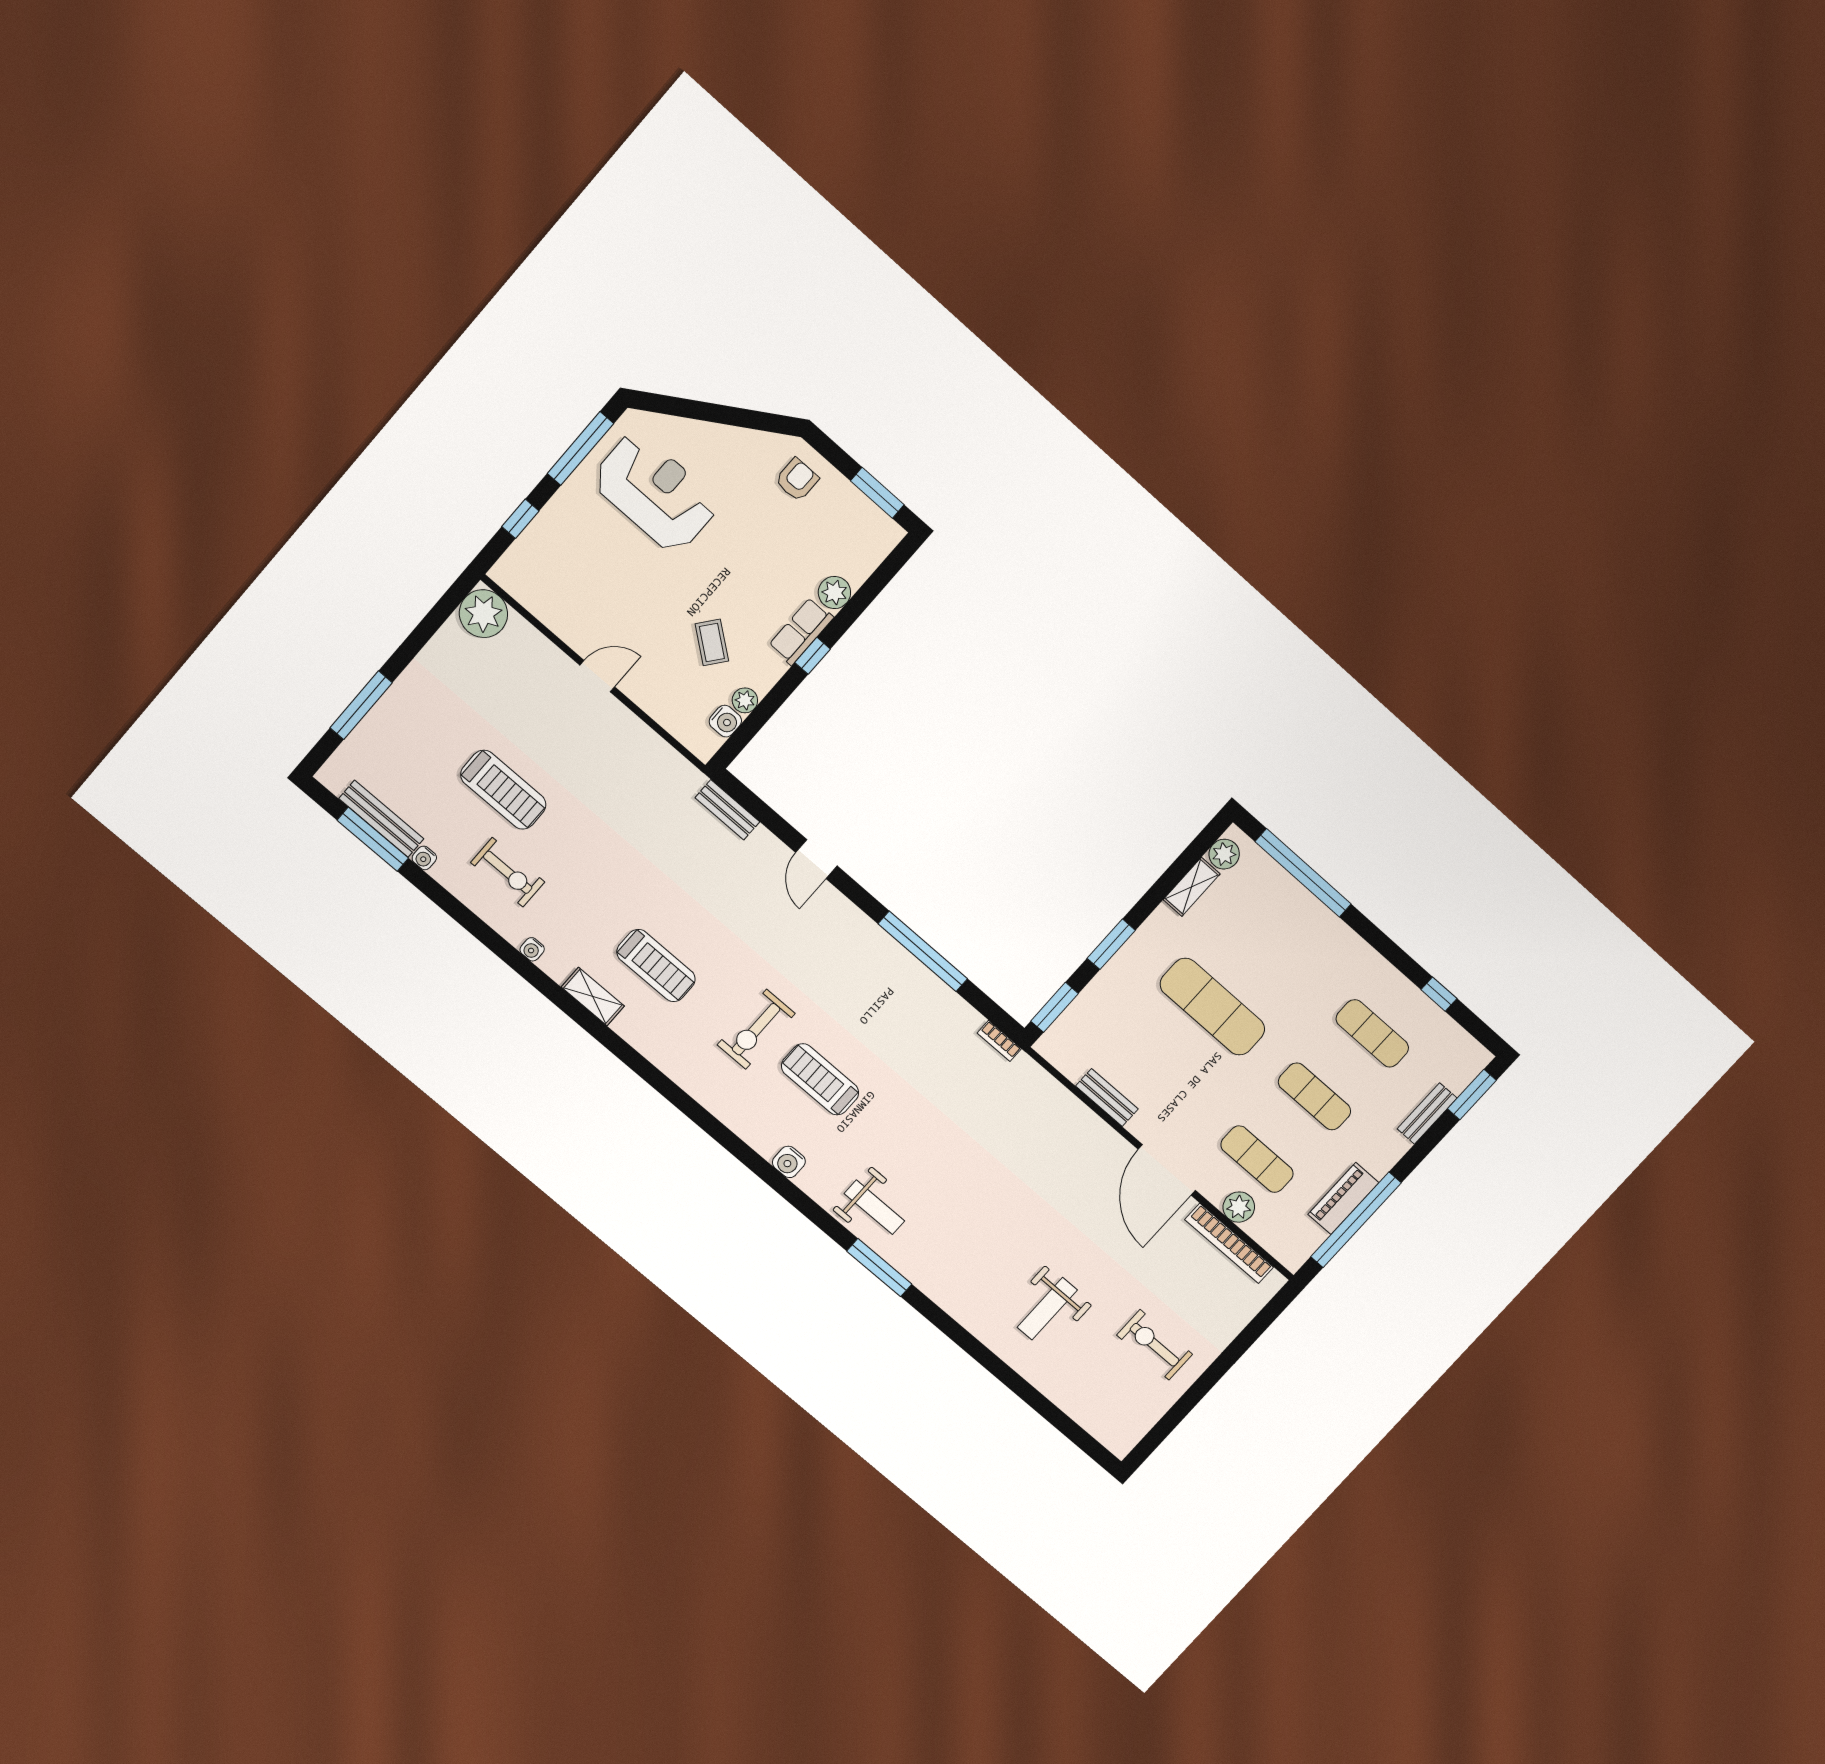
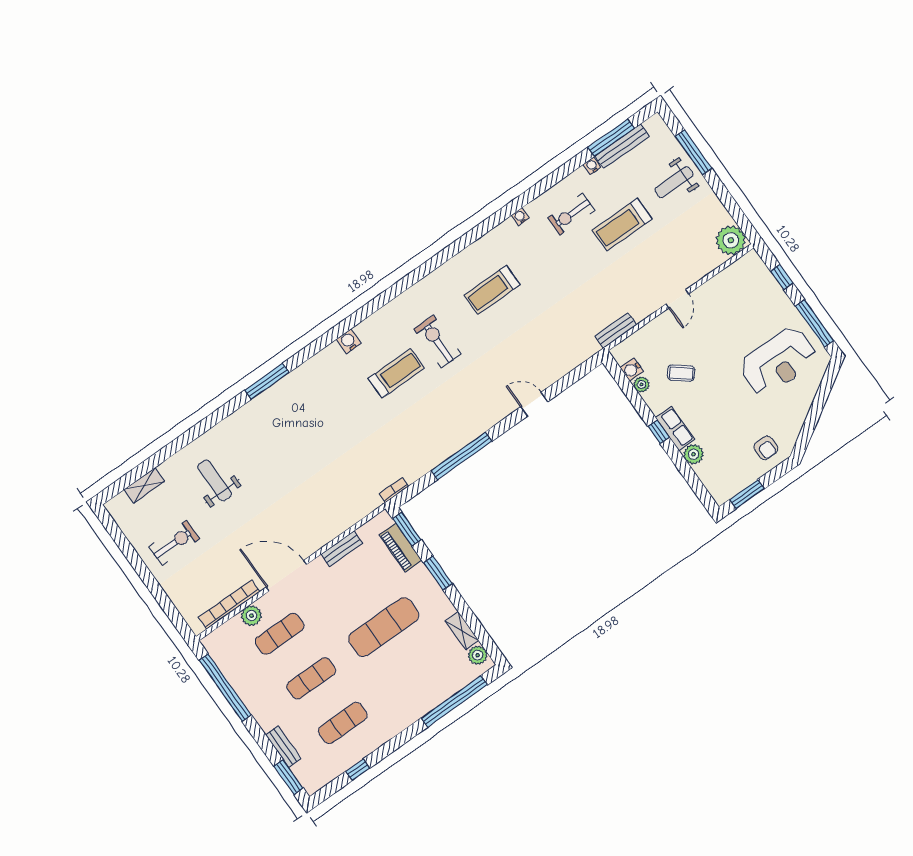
bench: (727, 810) -> (616, 330), moved
shelving: (593, 996) -> (144, 485), moved
piano: (1343, 1198) -> (401, 548), moved, turned 180
weight bench: (874, 1207) -> (674, 182), moved

